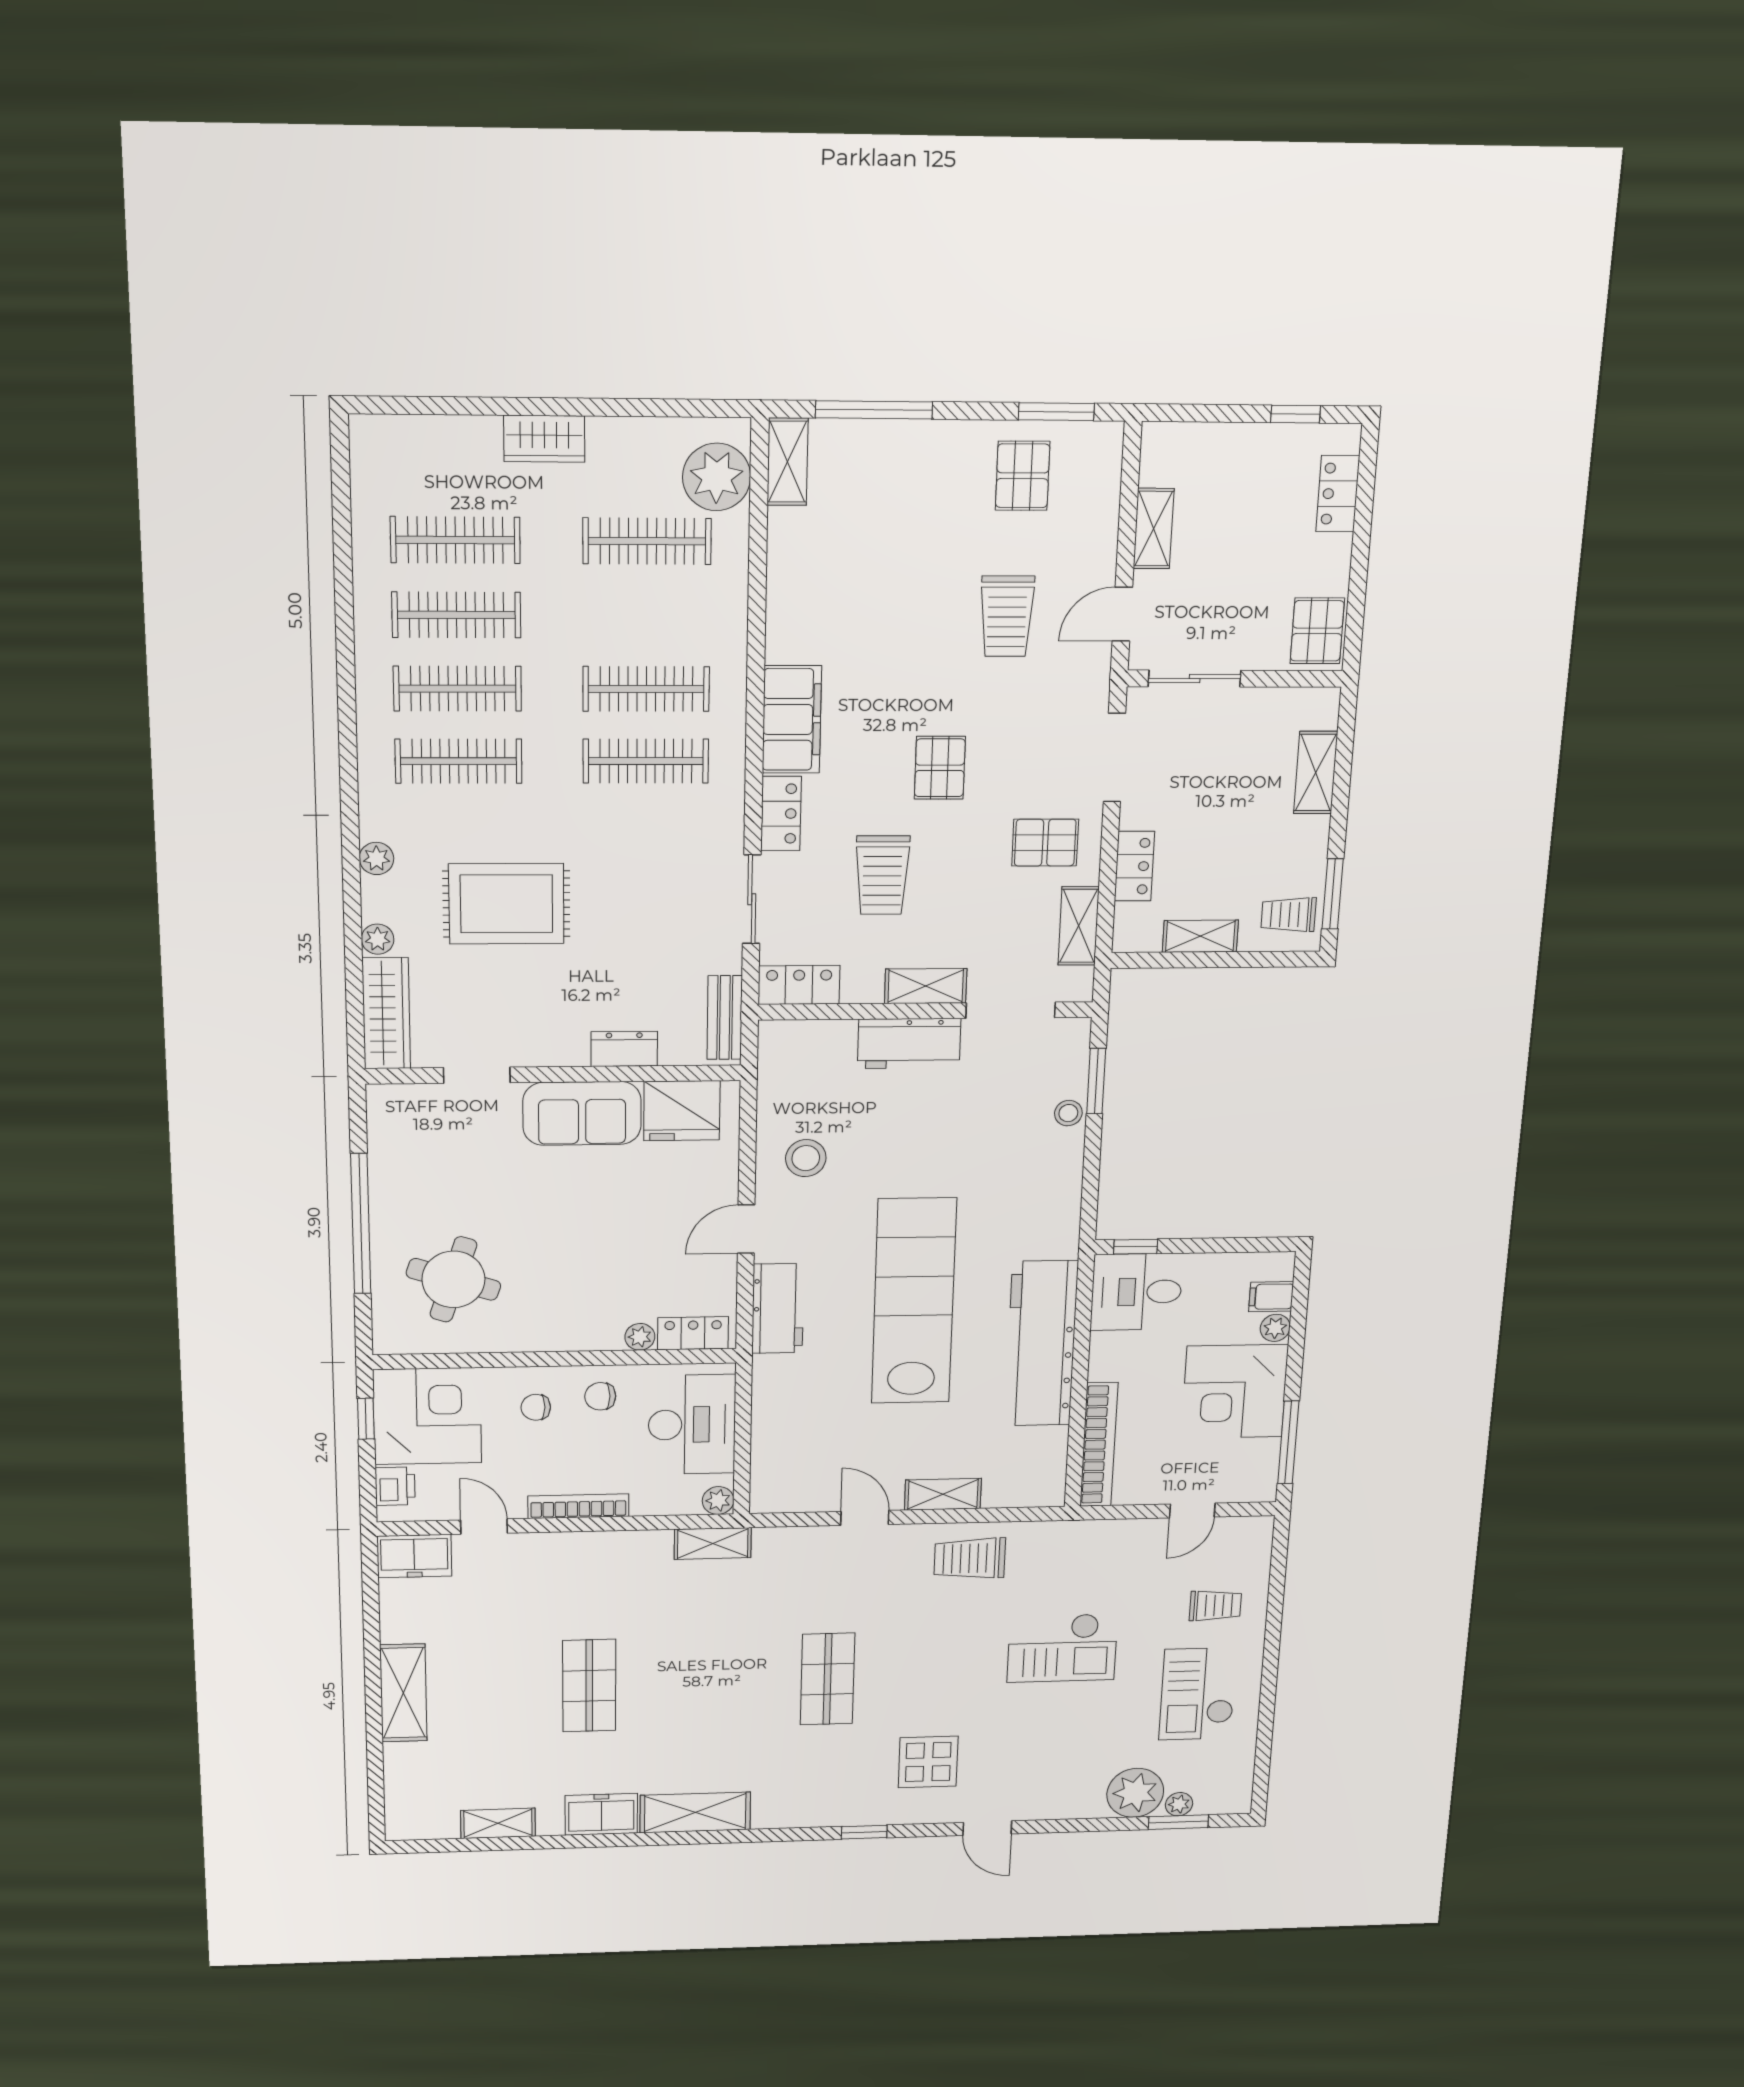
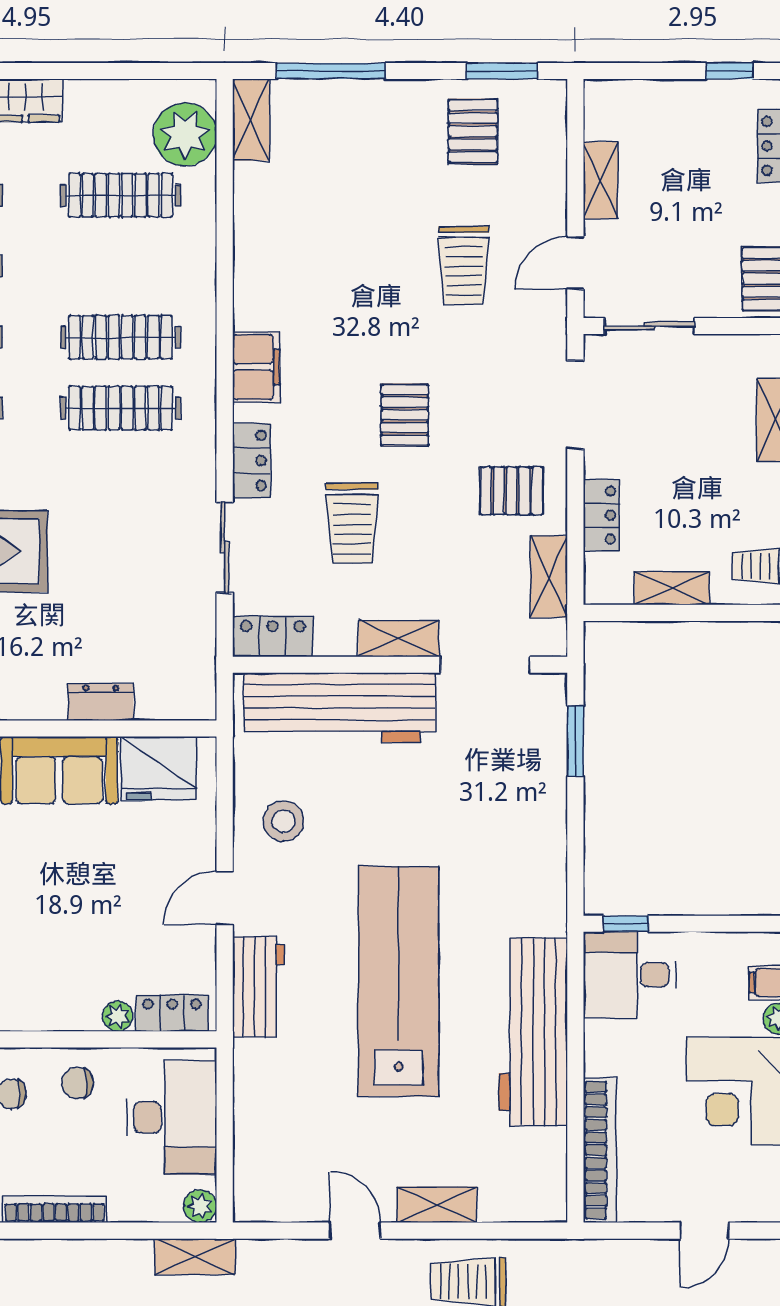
filing cabinet: (792, 719) -> (256, 367), width x0.67, depth x0.86
bench: (725, 1018) -> (200, 670), removed
workbench: (909, 1043) -> (340, 708), width x1.88, depth x1.32
stool: (1068, 1113) -> (549, 775), removed

